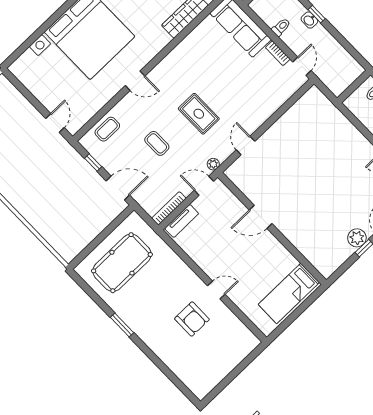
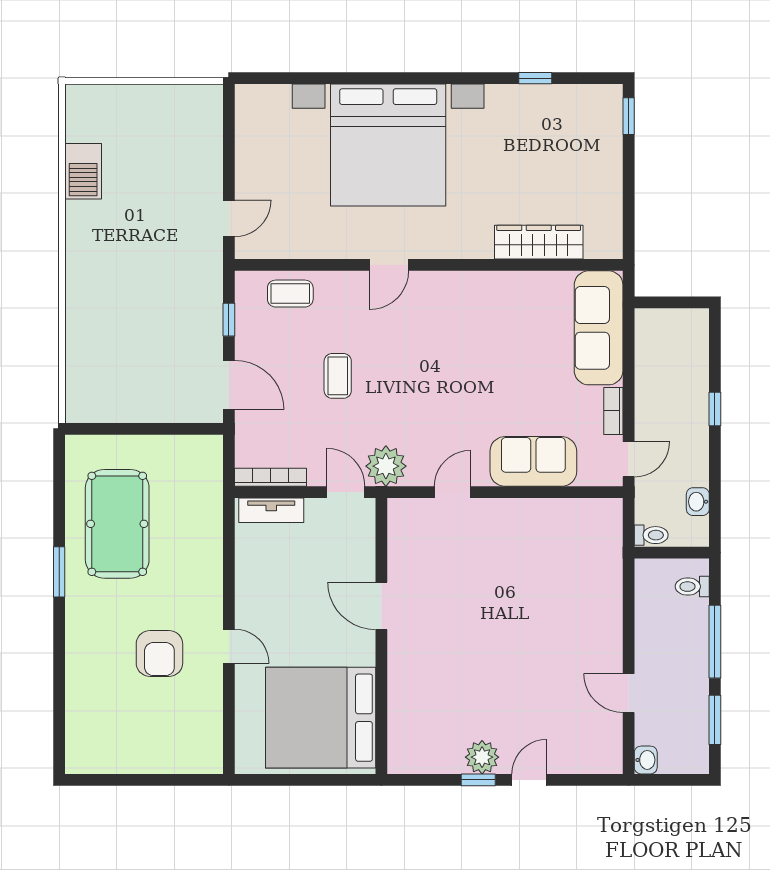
washbasin: (309, 20) -> (698, 502), moved
toilet: (281, 27) -> (651, 535), moved
door: (135, 81) -> (389, 265), hinge flipped
sofa: (265, 103) -> (533, 461), added
rug: (199, 114) -> (431, 390), removed
plant: (213, 164) -> (386, 466), width x1.87, depth x1.87
pool table: (122, 263) -> (117, 524), moved, turned 90
bed: (289, 293) -> (321, 718), width x2.04

